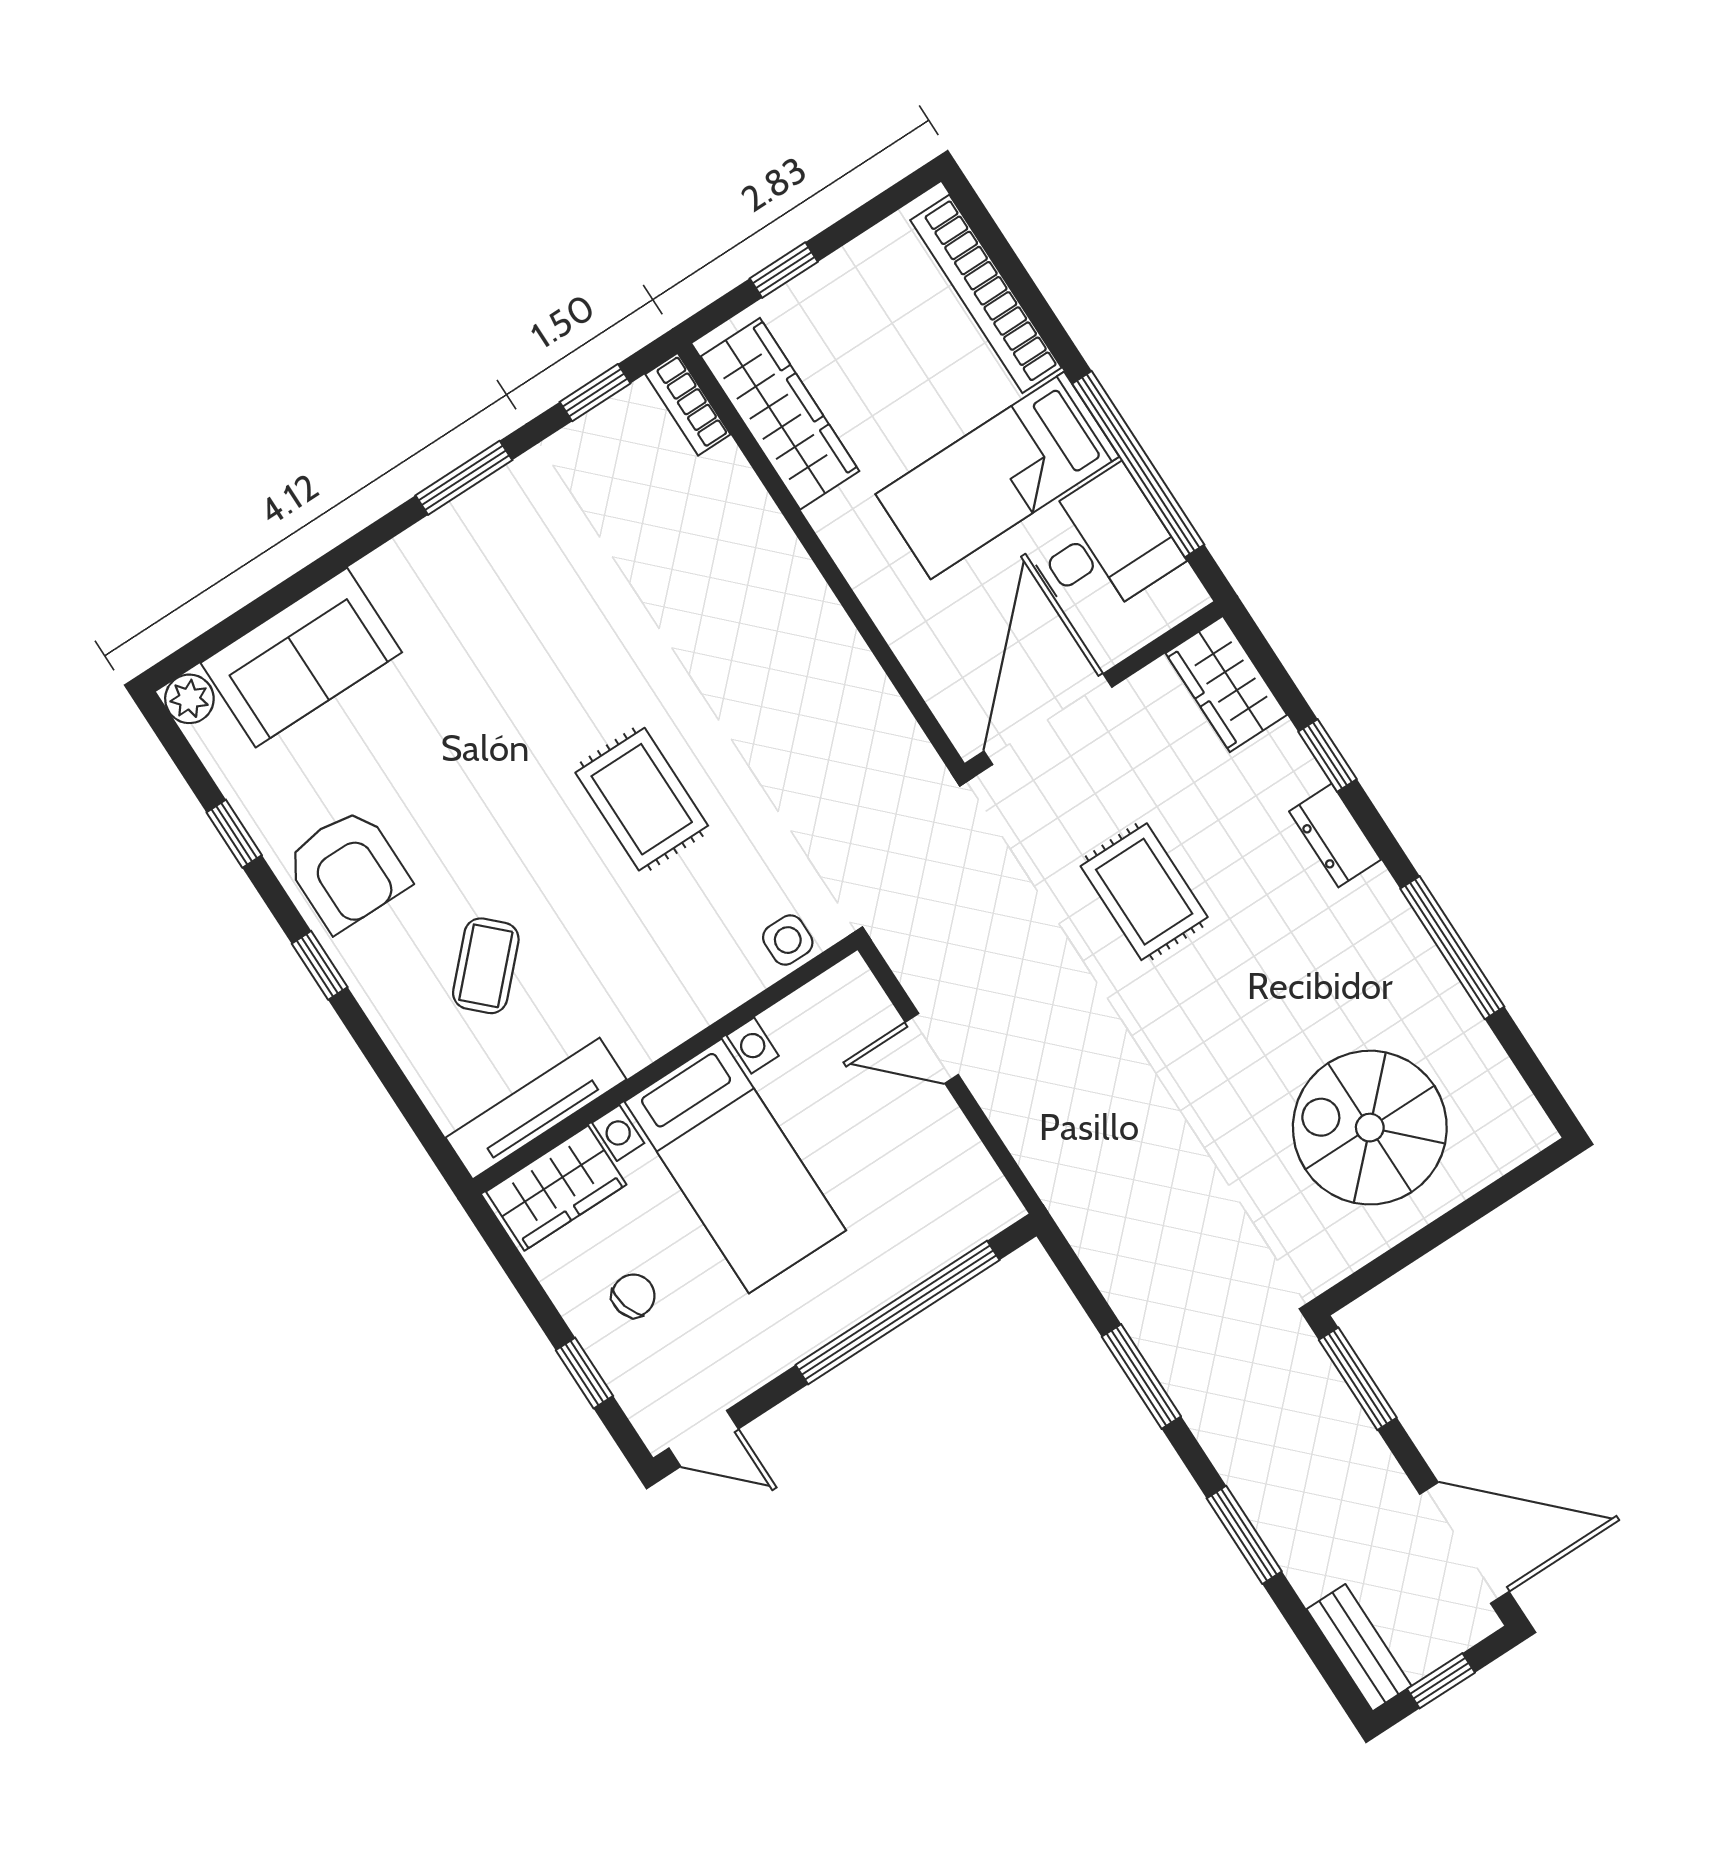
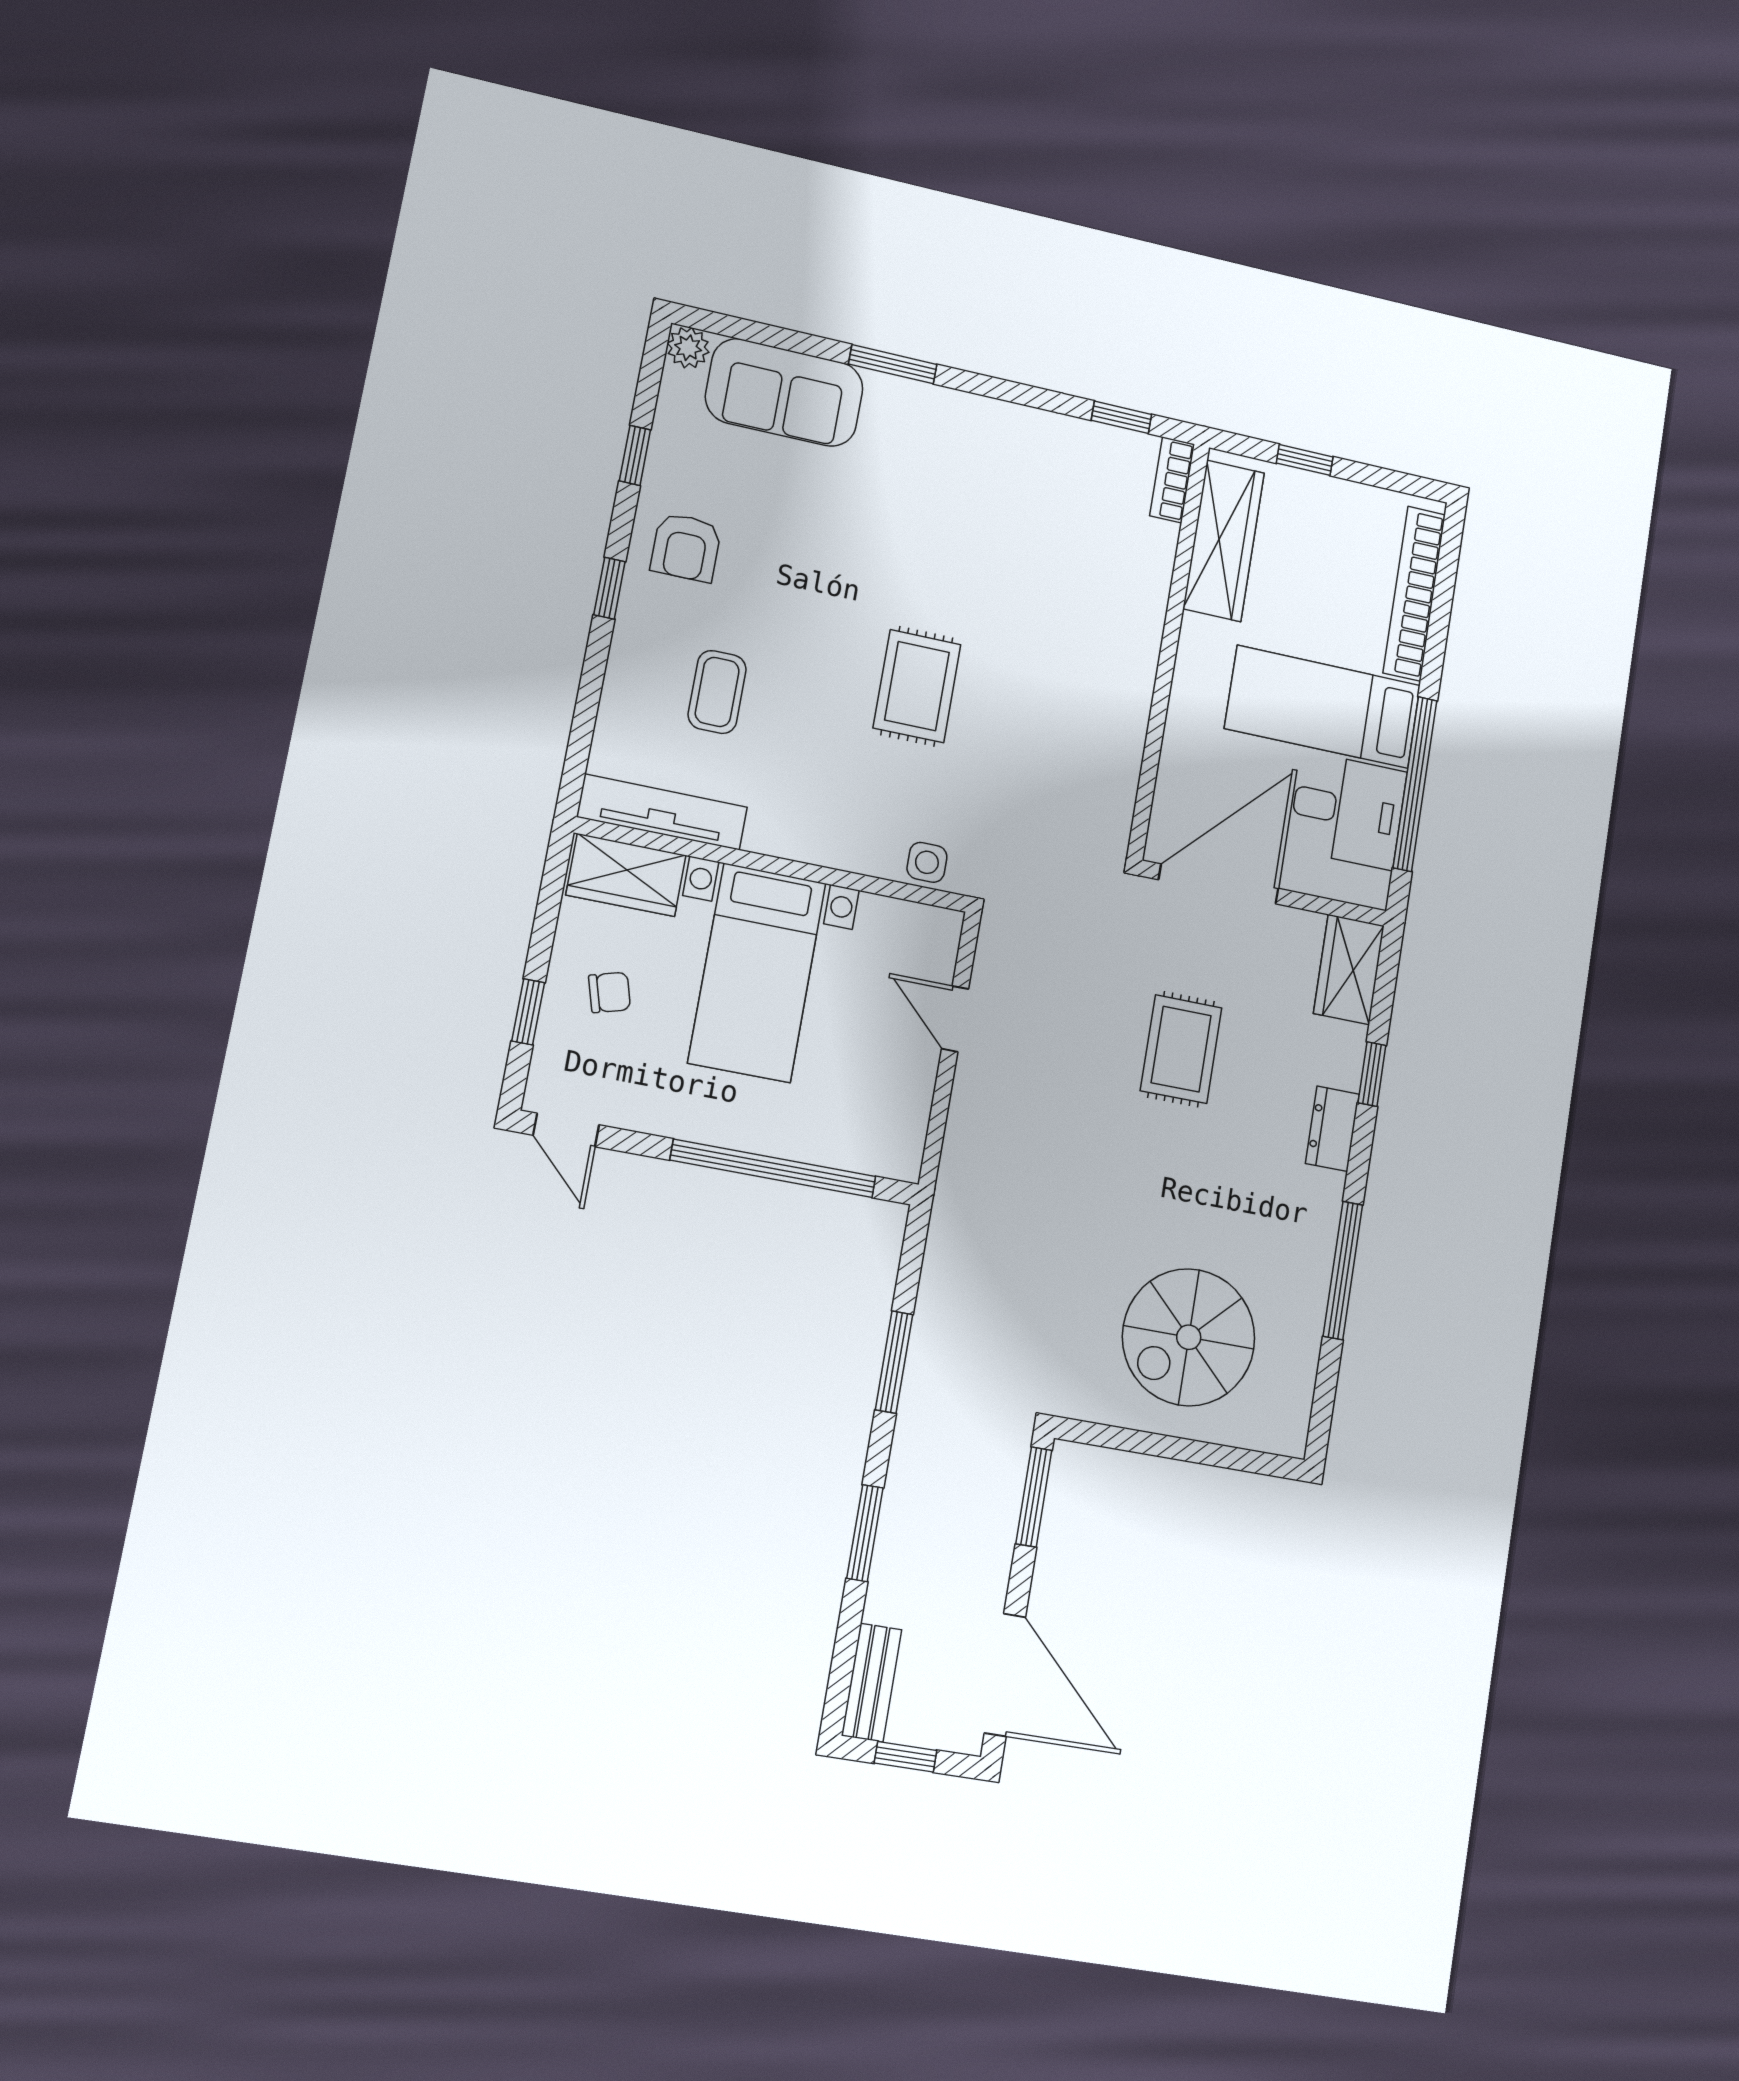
window: (464, 478) -> (893, 364), moved
armchair: (347, 870) -> (686, 547), width x0.72, depth x0.72
coffee table: (486, 966) -> (717, 692), turned -44
spiral stairs: (1370, 1128) -> (1189, 1337), turned -90

